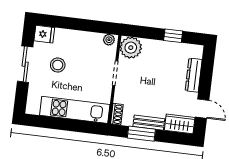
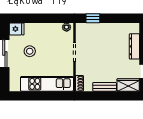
window: (173, 36) -> (93, 18), moved
plant: (131, 48) -> (84, 31), removed
window: (141, 134) -> (100, 96), removed

